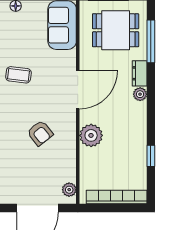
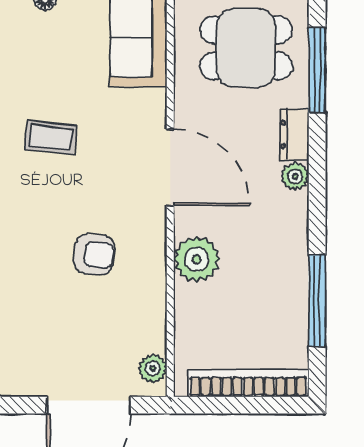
door: (78, 90) -> (170, 167), hinge flipped
armchair: (40, 133) -> (94, 254), turned -47
window: (151, 156) -> (317, 301), width x2.17

